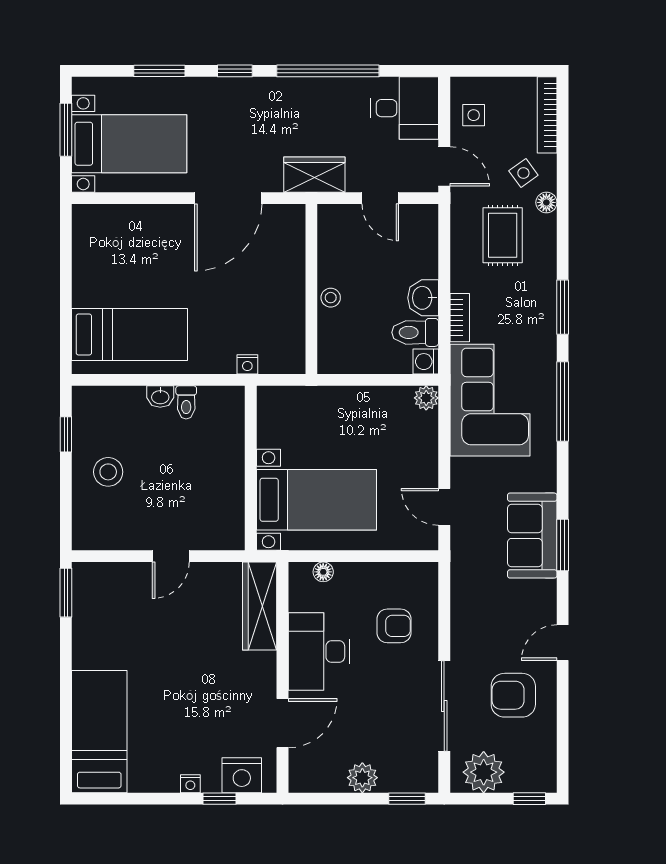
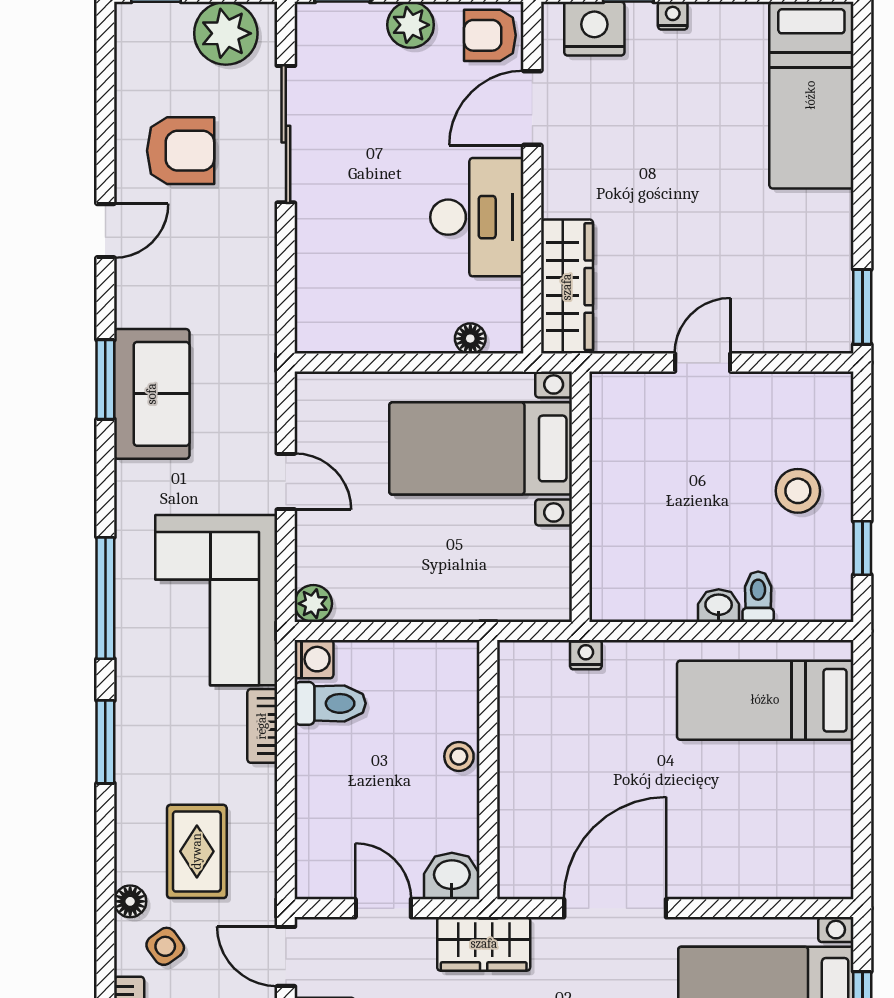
washbasin: (423, 298) -> (452, 876), moved, turned -90
toilet: (186, 402) -> (758, 597), moved
door: (444, 507) -> (286, 481), moved
armchair: (394, 626) -> (490, 35), moved

